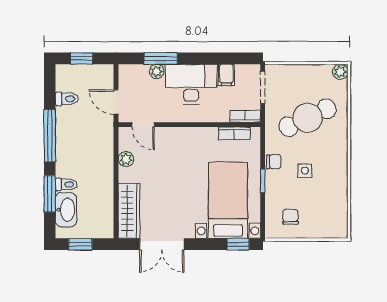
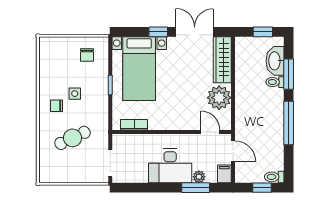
plant: (340, 72) -> (45, 176), removed
filing cabinet: (226, 75) -> (224, 174), moved
toilet: (67, 99) -> (274, 177), moved
bookcase: (245, 116) -> (125, 139), removed
cafe table: (308, 118) -> (73, 138), width x0.73, depth x0.74
plant: (126, 159) -> (219, 98), width x1.87, depth x1.87
chair: (274, 162) -> (57, 106), moved
window: (238, 244) -> (158, 32), moved

